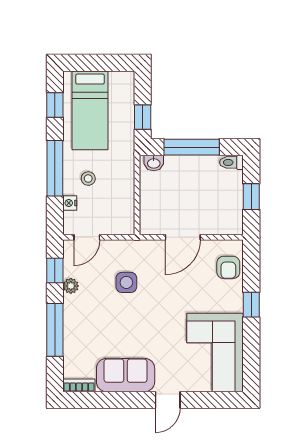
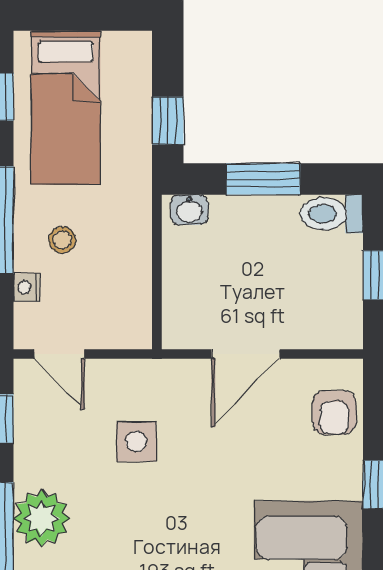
window: (192, 147) -> (263, 179), width x0.69
toilet: (231, 162) -> (332, 214), width x1.37, depth x1.39
door: (87, 237) -> (59, 354), hinge flipped
plant: (71, 286) -> (42, 518), moved, width x1.88, depth x1.88

